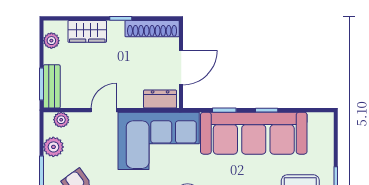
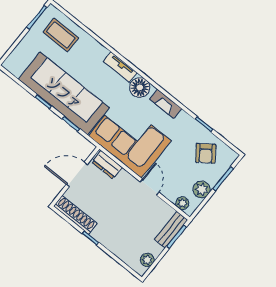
wardrobe: (87, 31) -> (119, 247), removed
door: (104, 110) -> (150, 187), swing flipped

